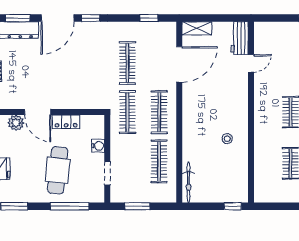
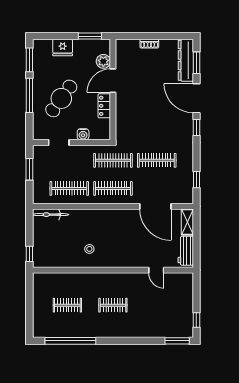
workbench: (240, 38) -> (186, 251), moved, turned -90
cafe table: (58, 170) -> (61, 98), turned -60
window: (70, 206) -> (29, 95), moved

